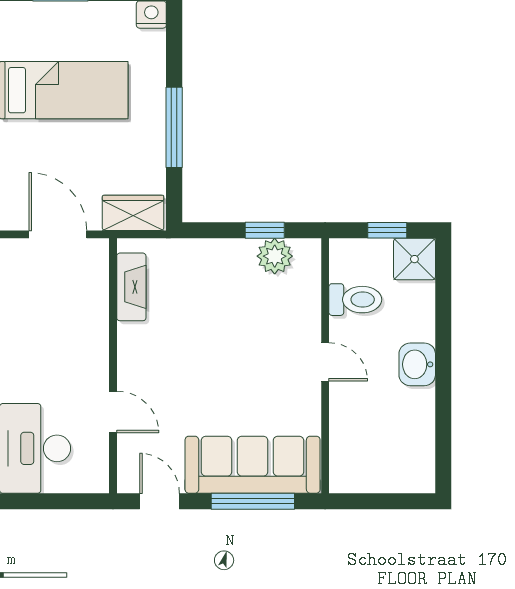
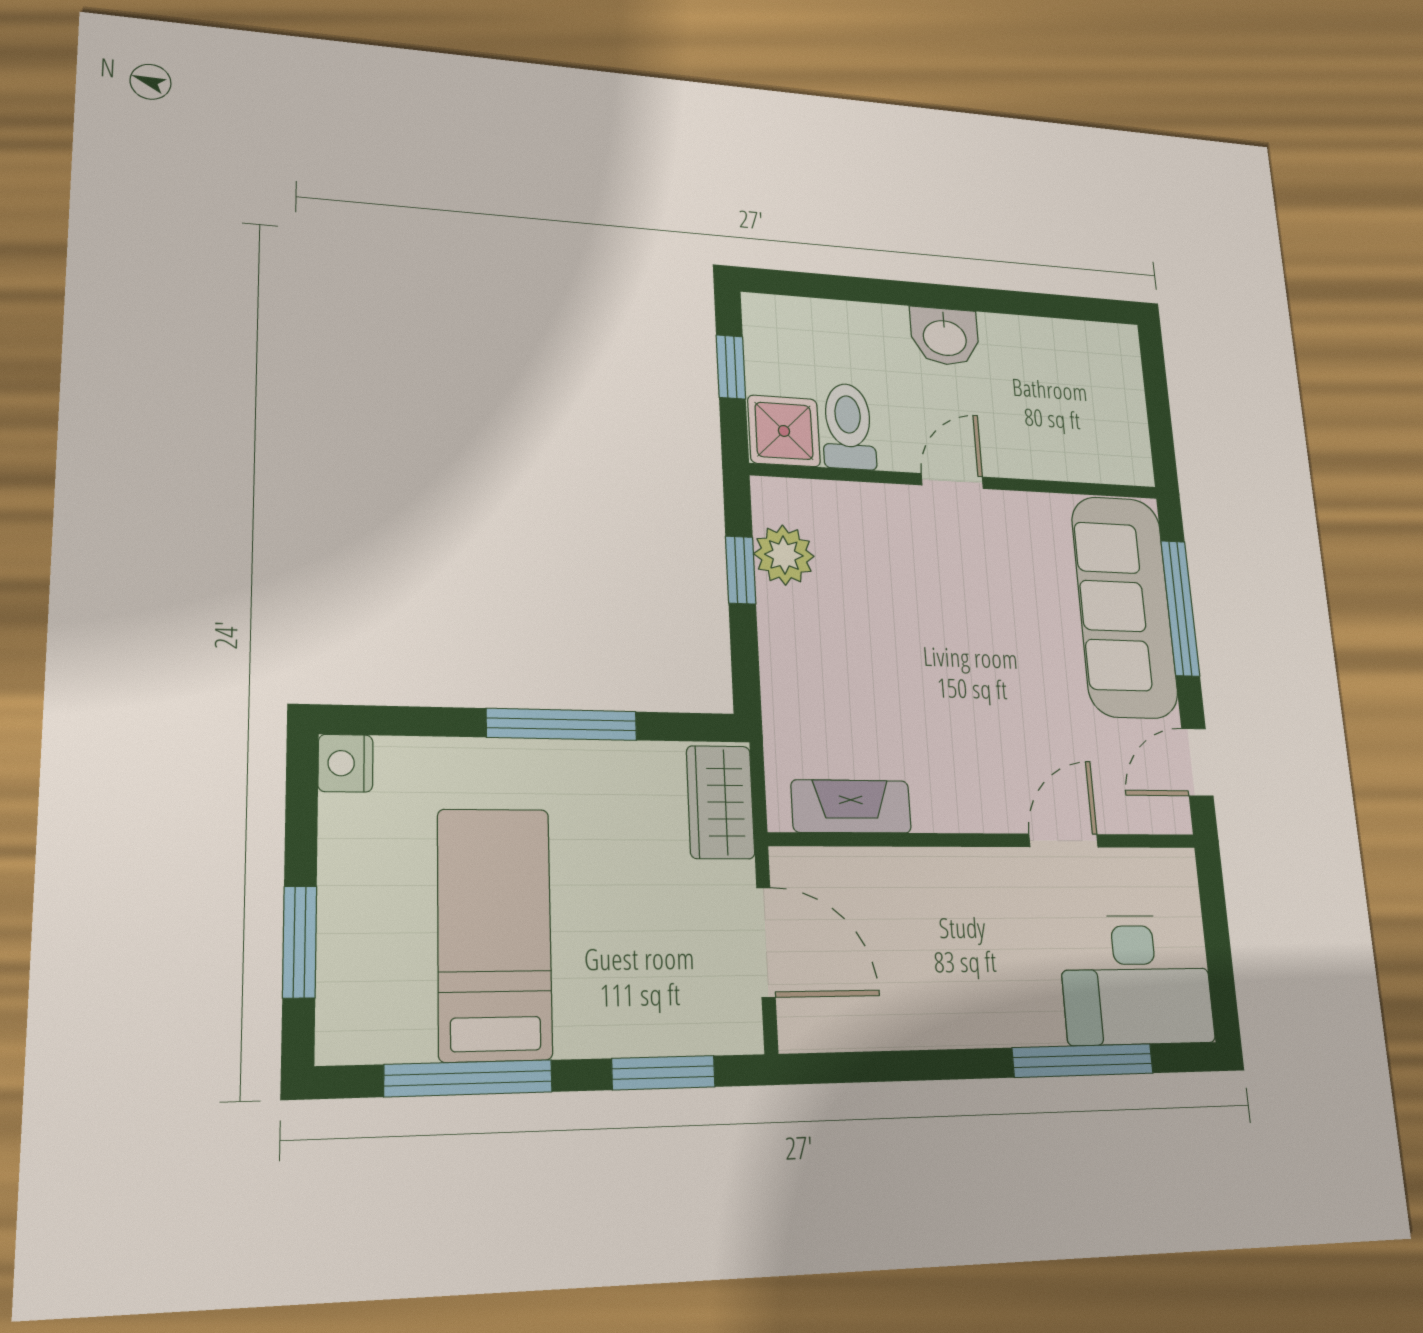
door: (58, 234) -> (766, 942), swing flipped
shower: (414, 259) -> (784, 431), moved

